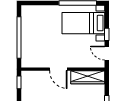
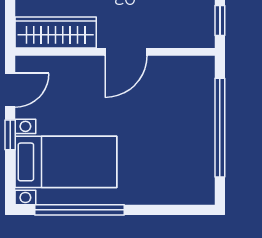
door: (107, 53) -> (10, 90), hinge flipped
door: (58, 69) -> (126, 52), swing flipped

